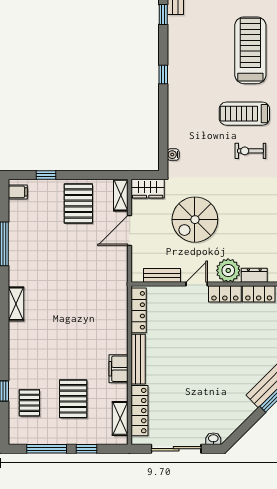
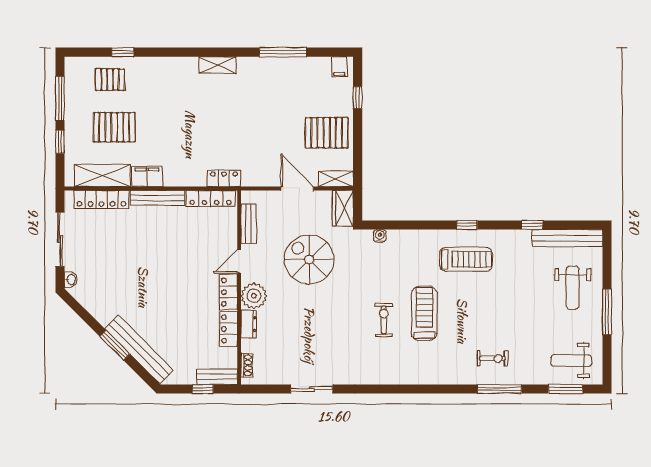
treadmill: (250, 50) -> (466, 259), moved, width x0.73, depth x0.73
door: (197, 284) -> (239, 261), swing flipped
locker: (120, 298) -> (224, 178), added
shelving: (120, 418) -> (102, 176), width x1.50, depth x1.33

